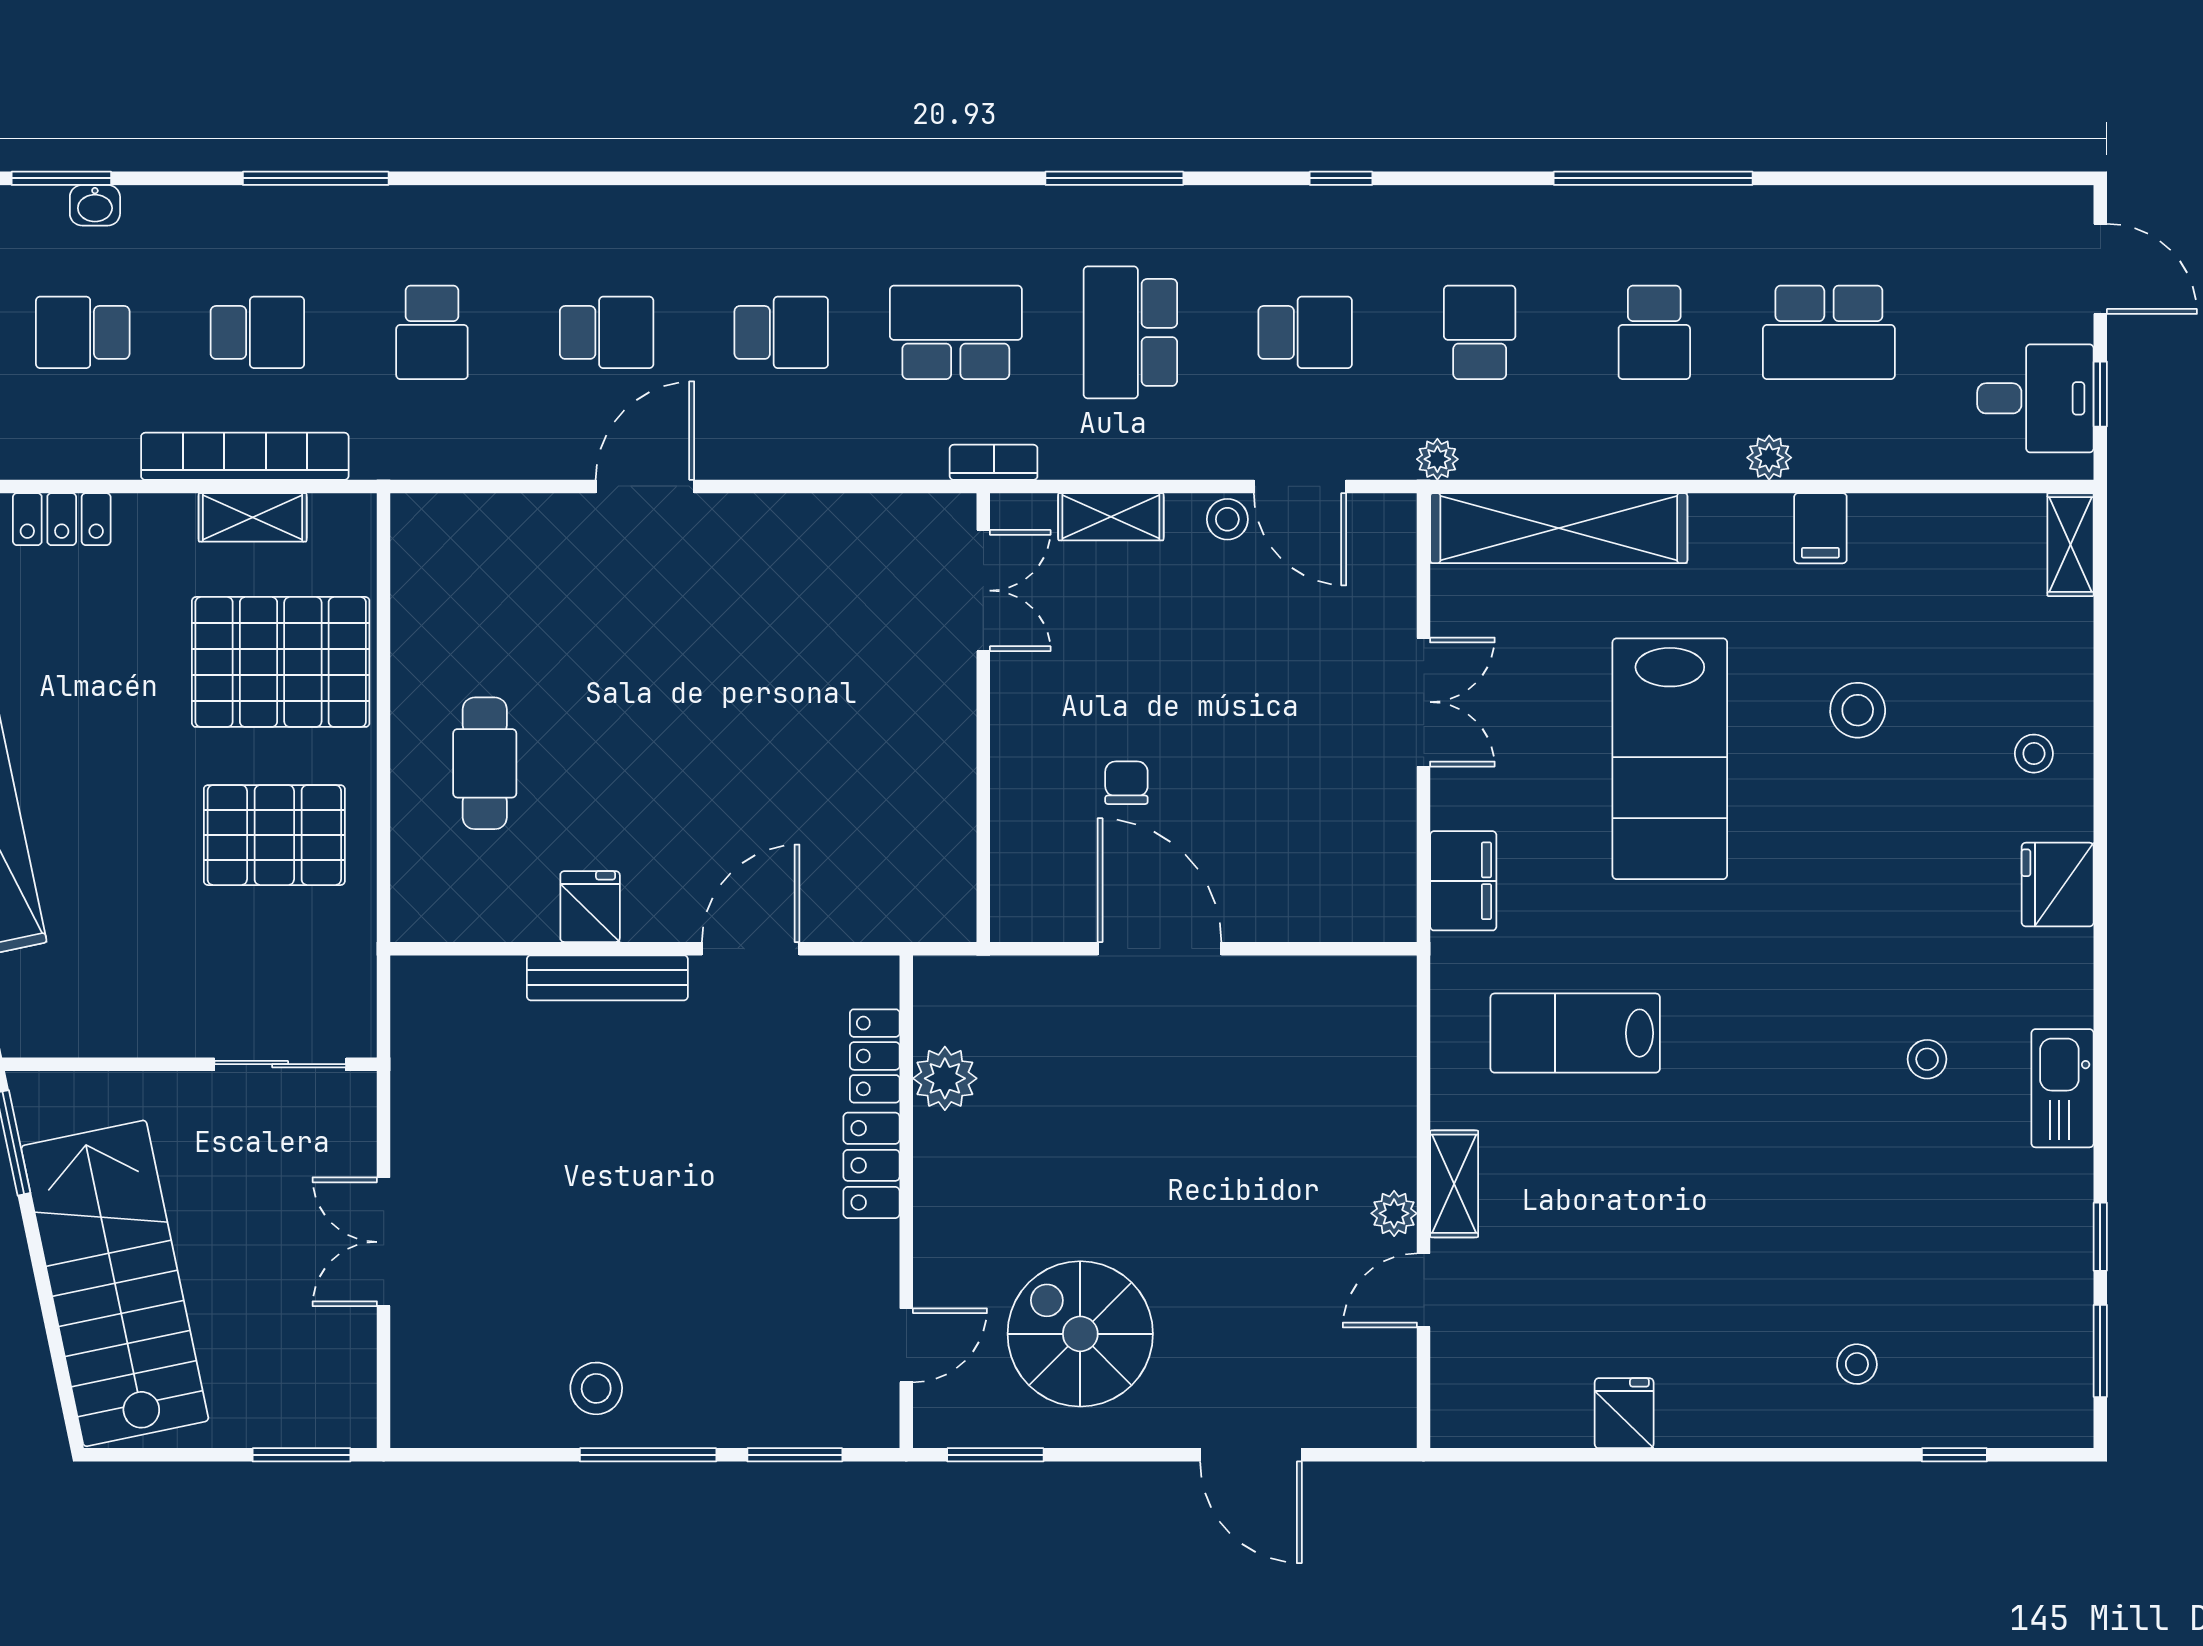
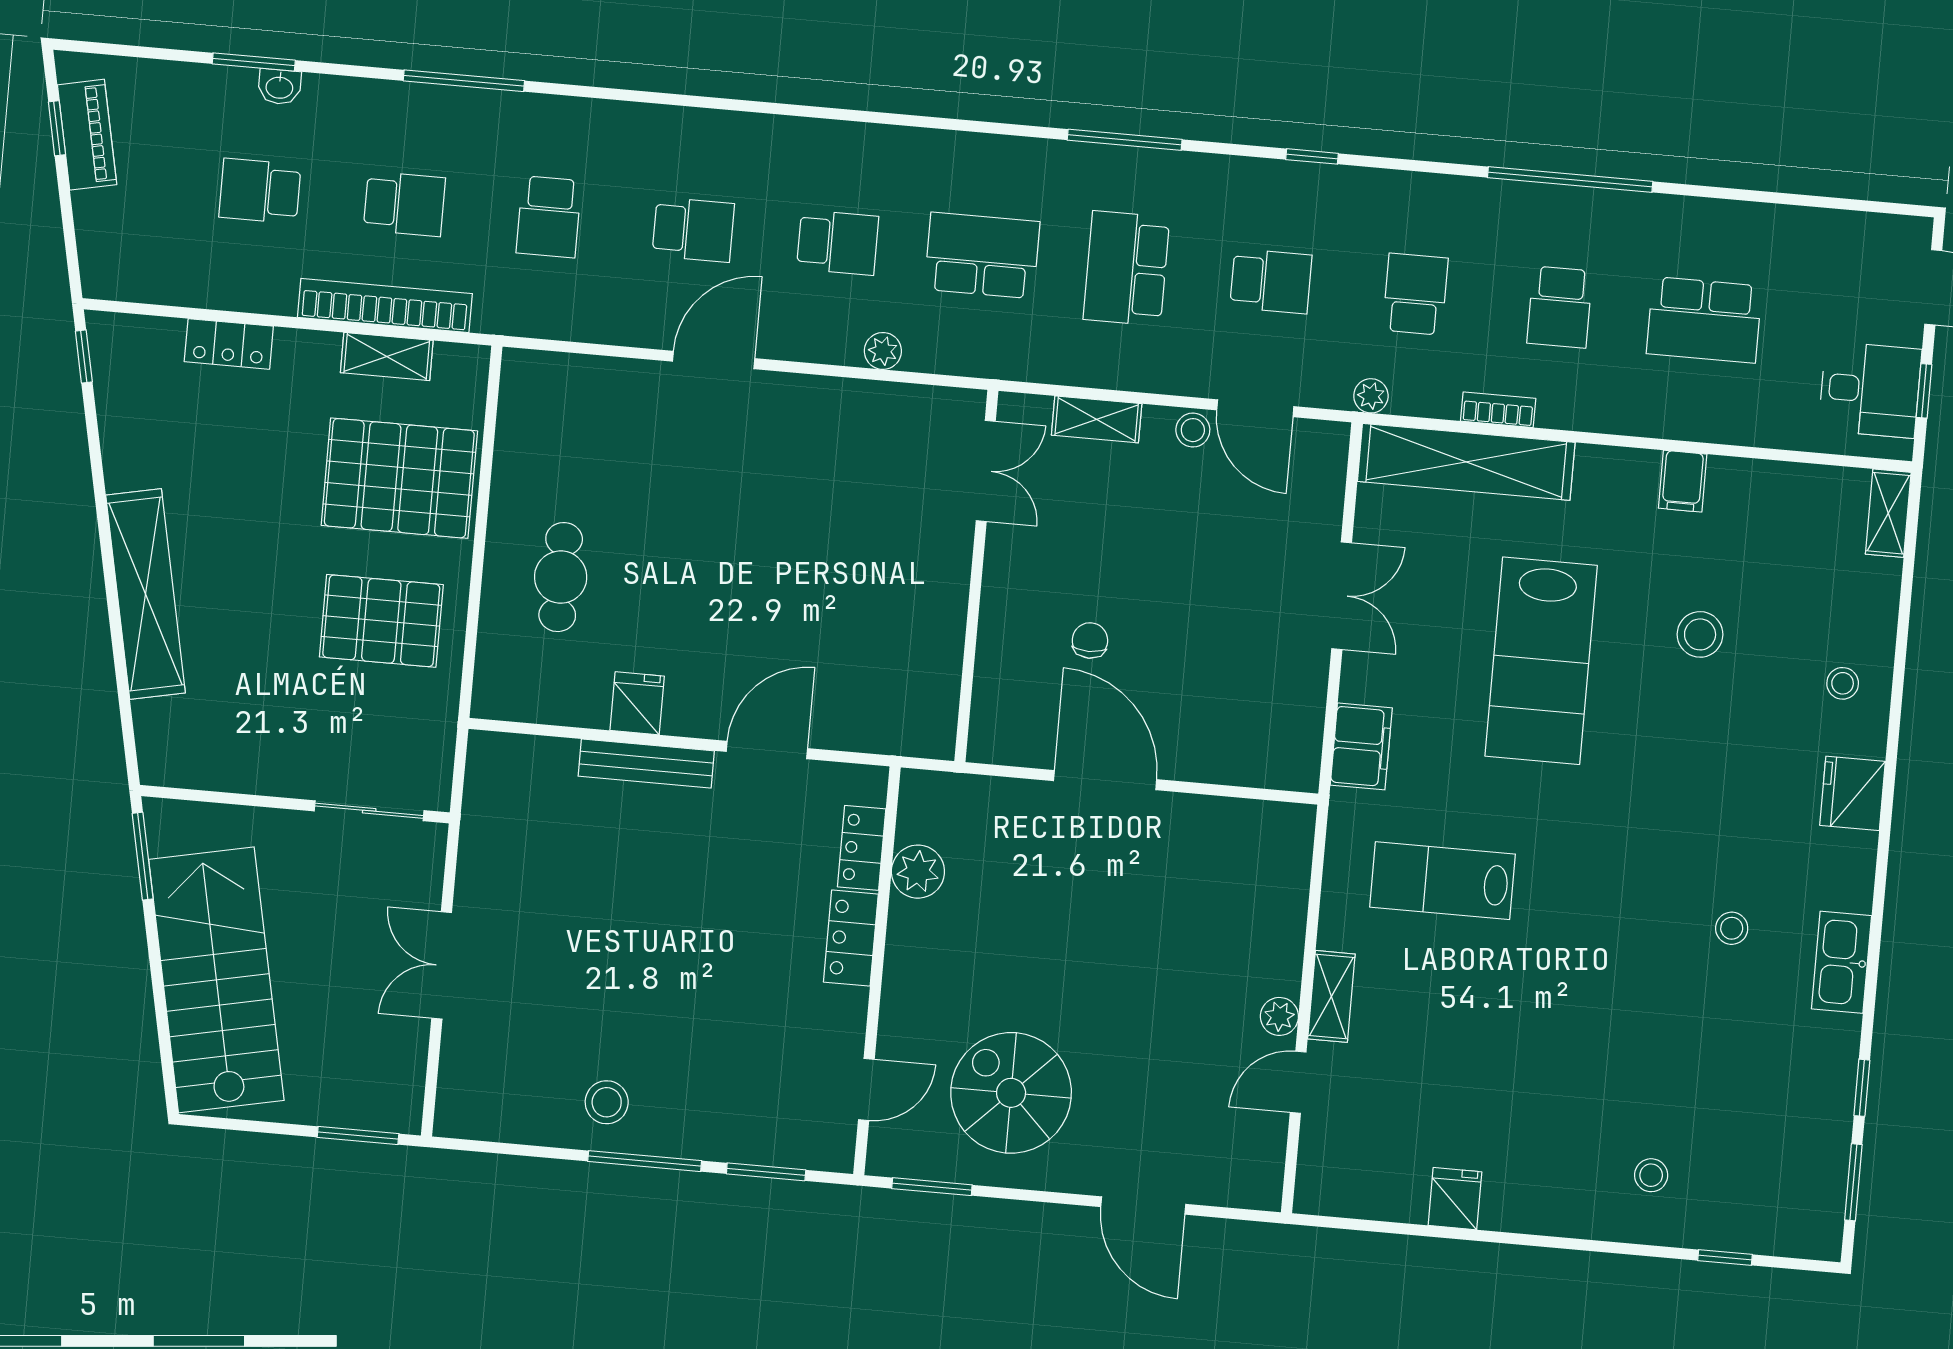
plant: (1769, 458) -> (883, 351), moved
bookcase: (994, 462) -> (1498, 410), moved

